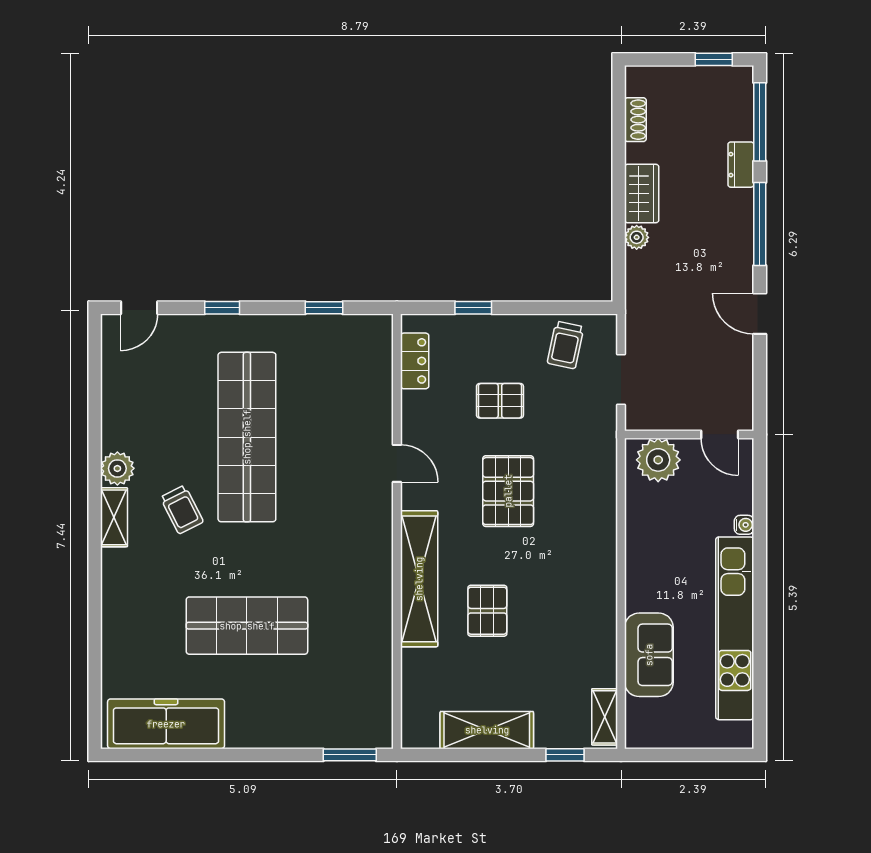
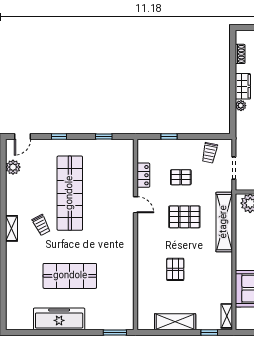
locker: (415, 361) -> (143, 175), moved
plant: (117, 468) -> (13, 167), moved
pallet: (508, 491) -> (184, 217), turned 90
shelving: (419, 579) -> (224, 222), moved
freezer: (166, 724) -> (59, 319), moved

